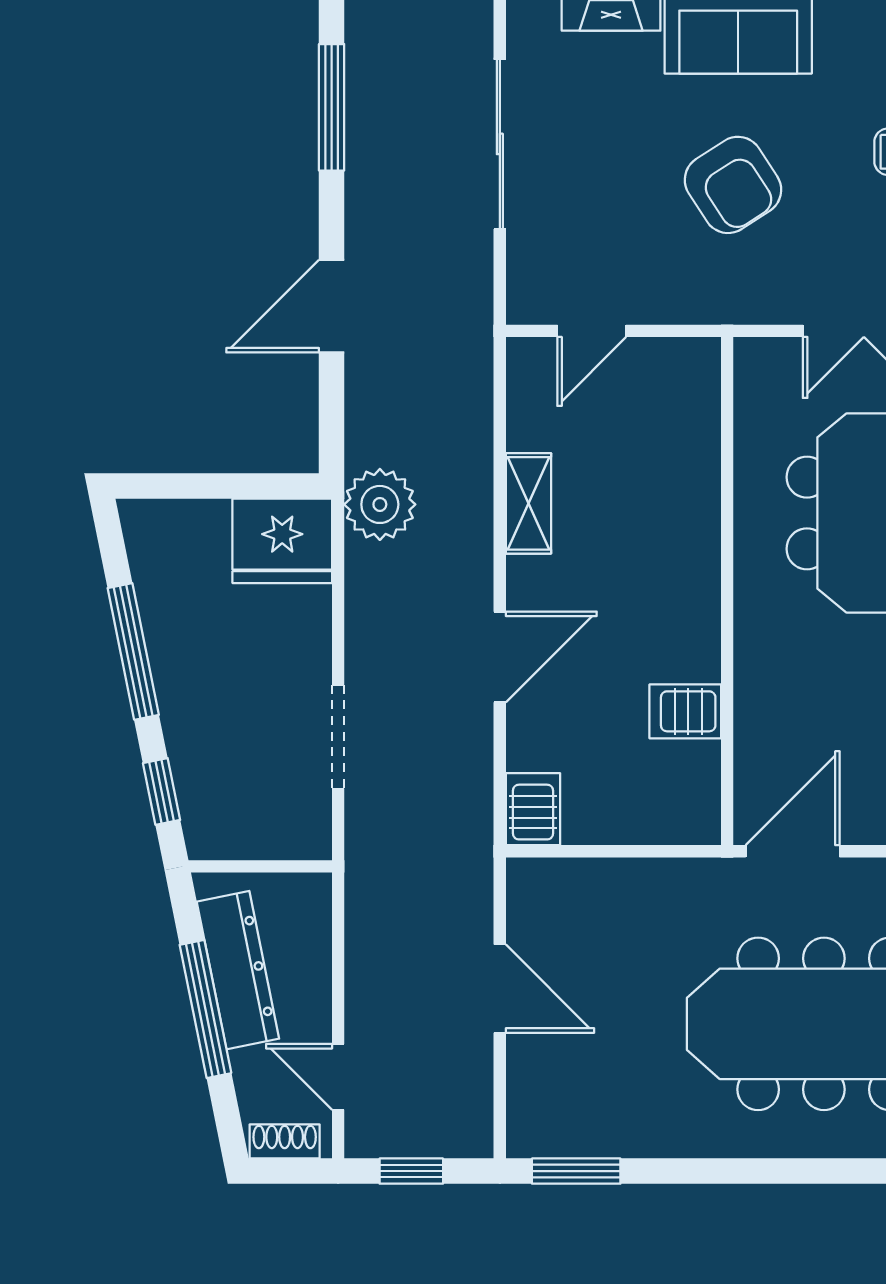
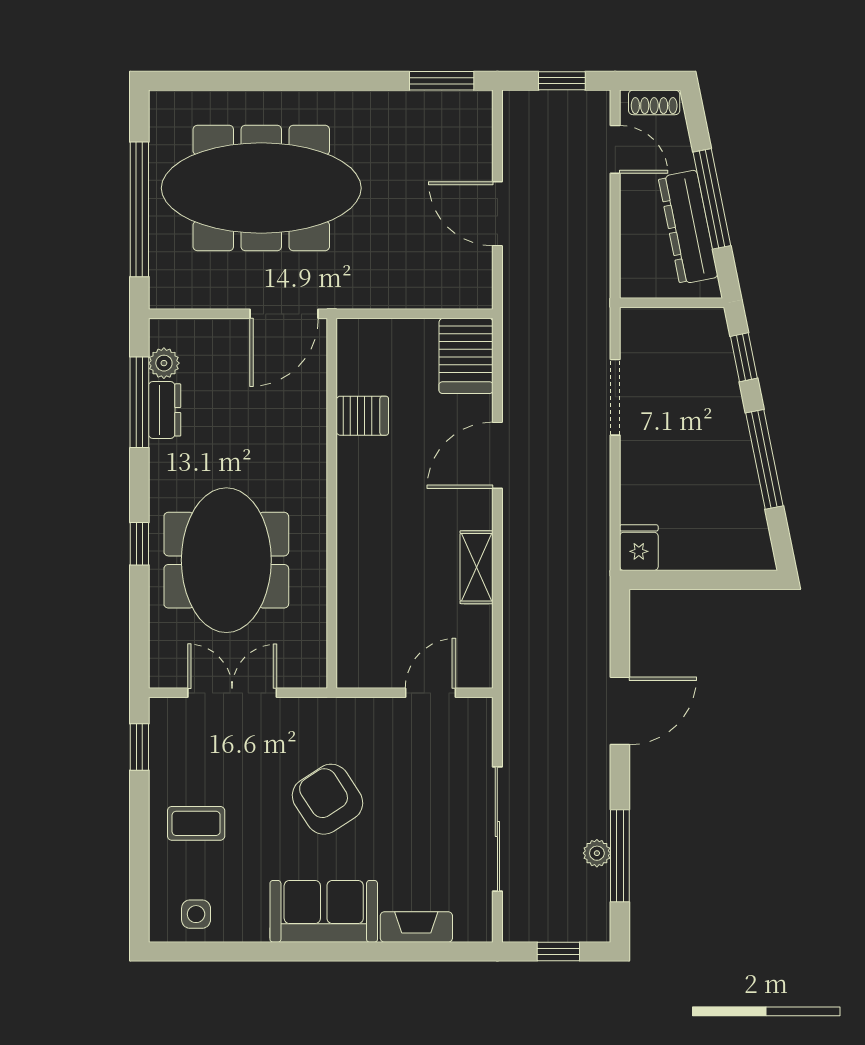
plant: (380, 504) -> (597, 853), moved, width x0.53, depth x0.53
fridge: (282, 541) -> (639, 548), width x0.53, depth x0.75
server rack: (533, 809) -> (466, 356), width x1.36, depth x1.44

